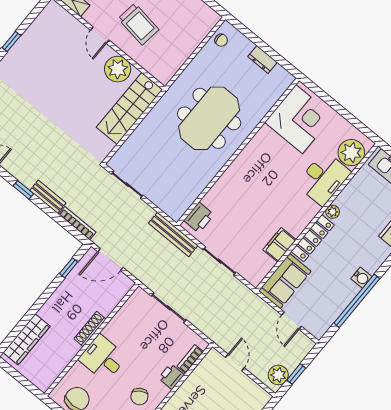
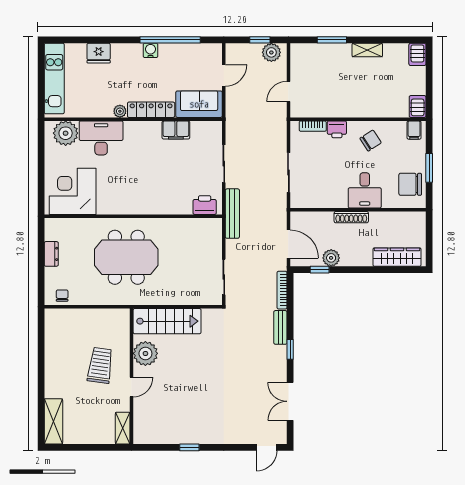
plant: (70, 285) -> (331, 258), added

